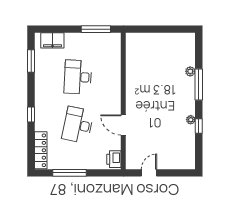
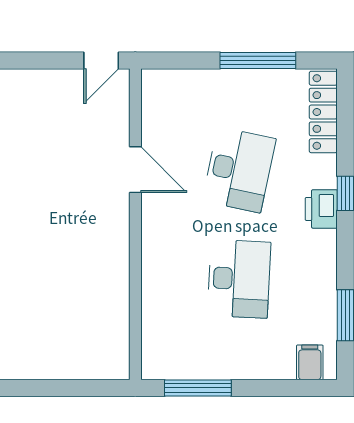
filing cabinet: (52, 40) -> (310, 362), width x0.50
printer: (114, 159) -> (321, 209), moved, turned 180
door: (149, 173) -> (101, 61), moved

